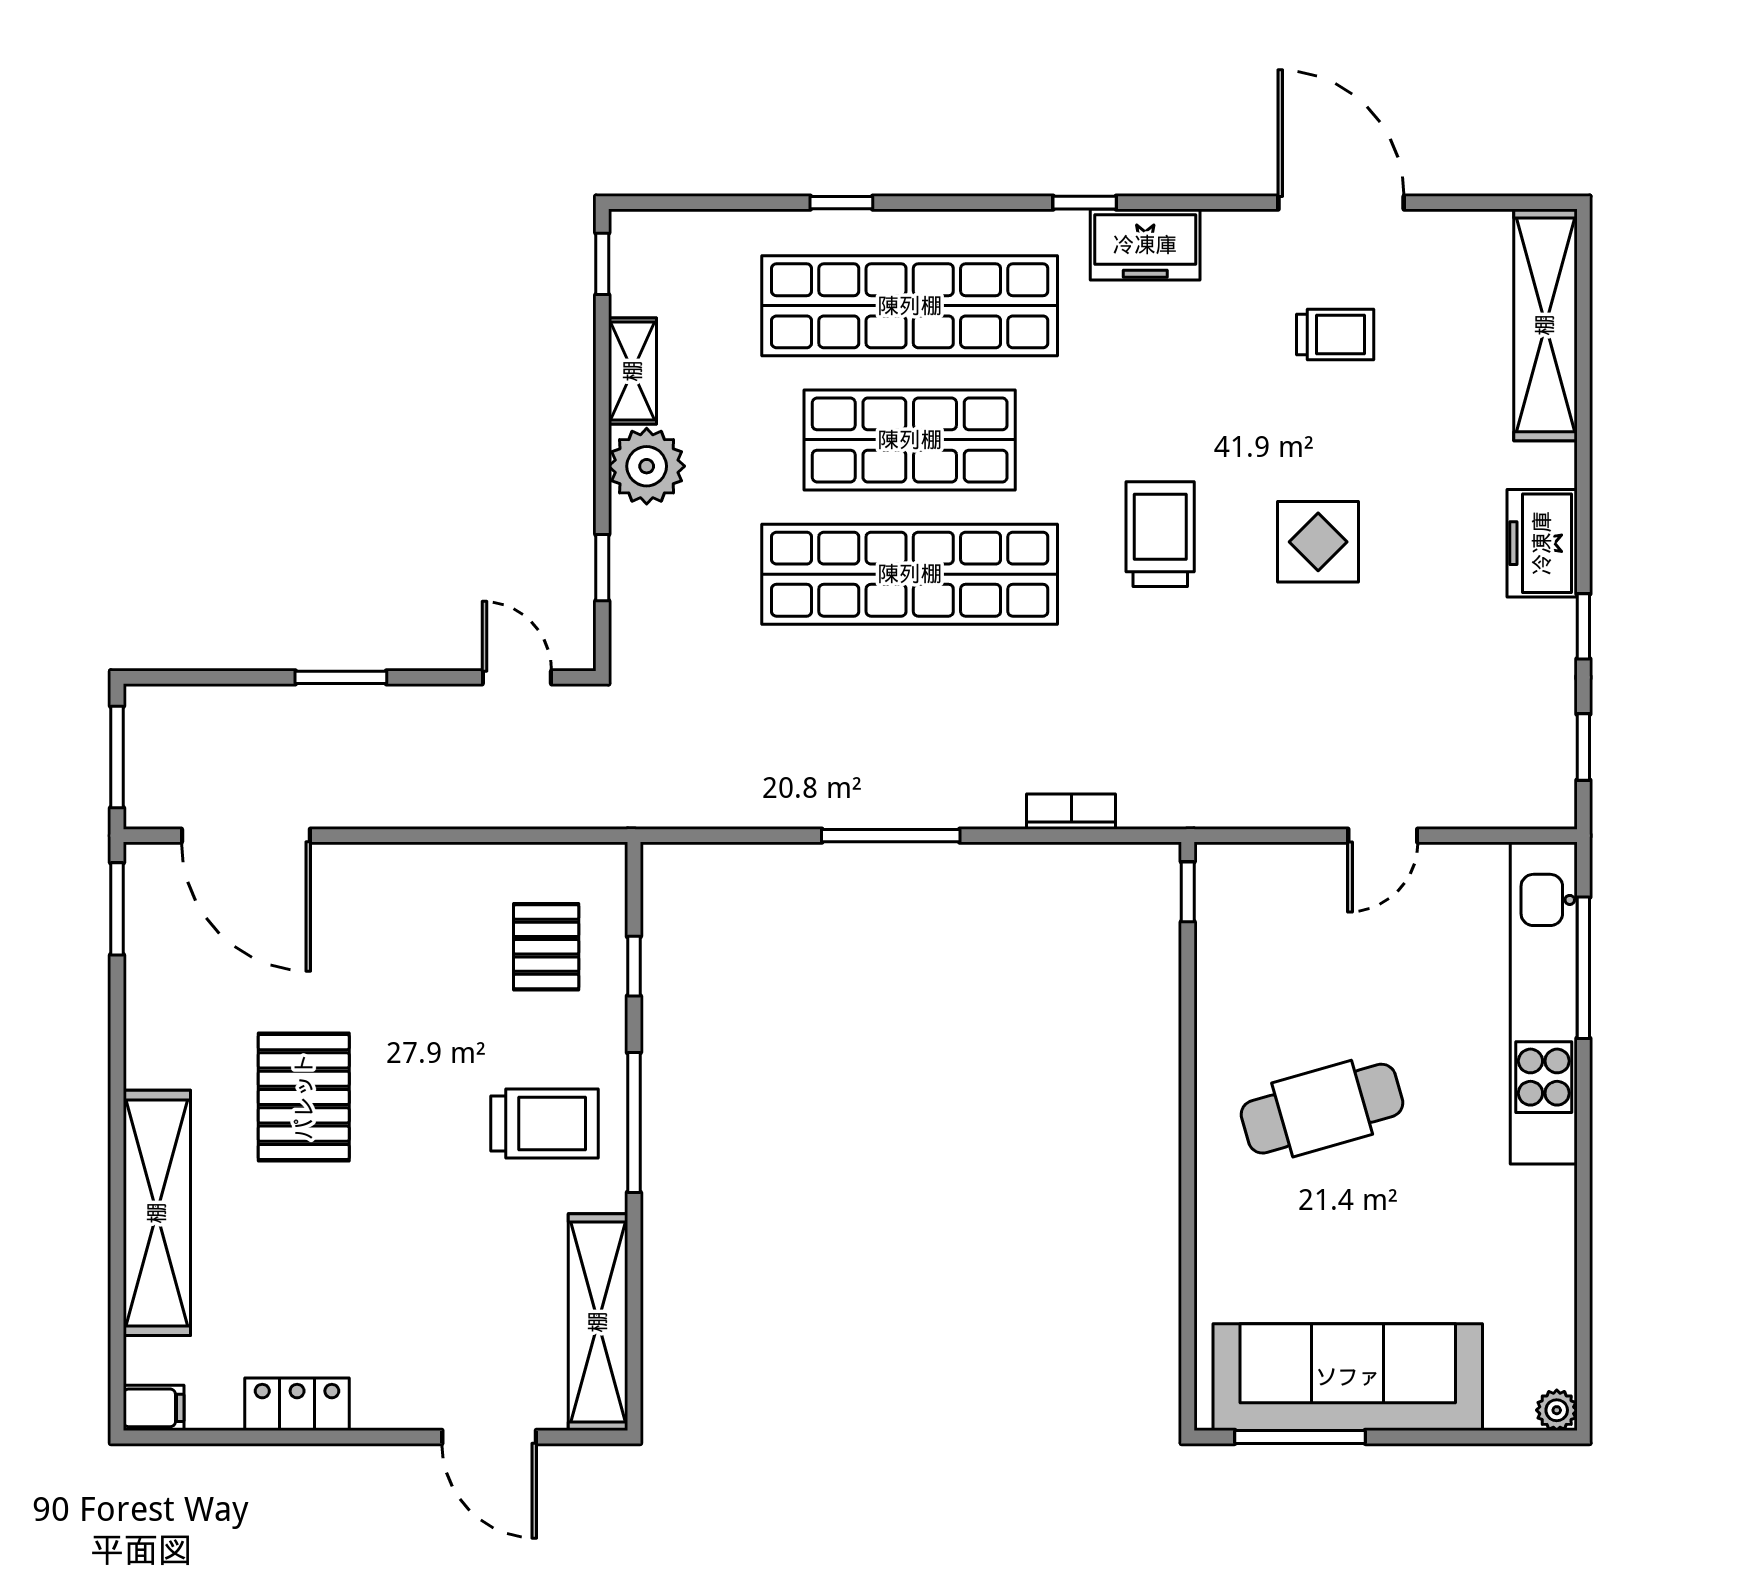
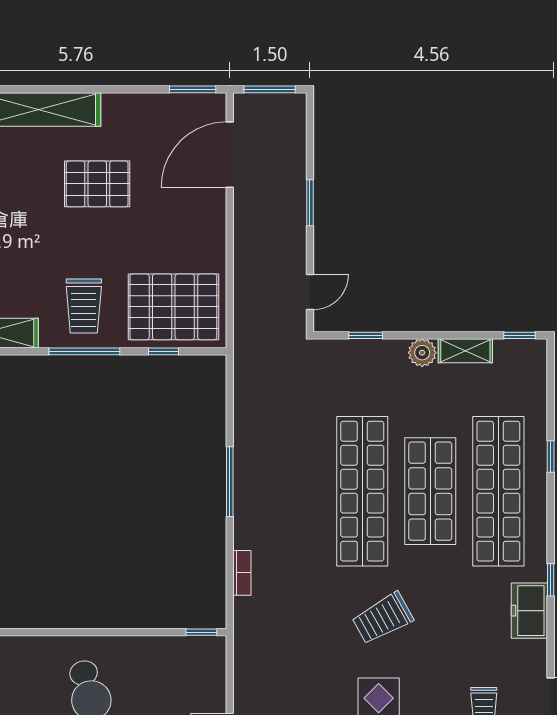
plant: (647, 466) -> (422, 353), width x0.73, depth x0.73
trolley: (1160, 534) -> (383, 618), turned 151
pallet: (546, 947) -> (173, 307), width x2.05, depth x2.00

